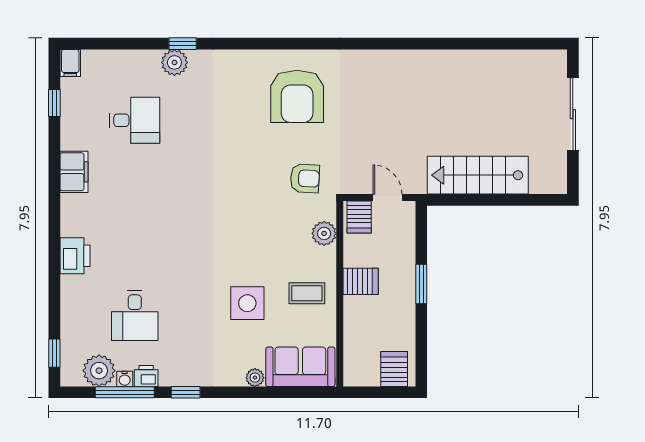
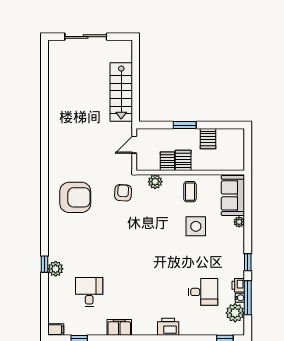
server rack: (359, 217) -> (167, 161), moved, turned -90
server rack: (394, 369) -> (208, 139), moved, turned -90

